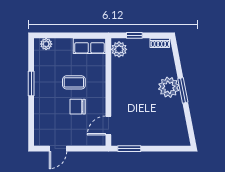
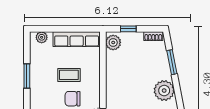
row of seats: (90, 46) -> (77, 39), width x1.48
plant: (169, 87) -> (164, 91), moved
window: (183, 90) -> (172, 62), moved

